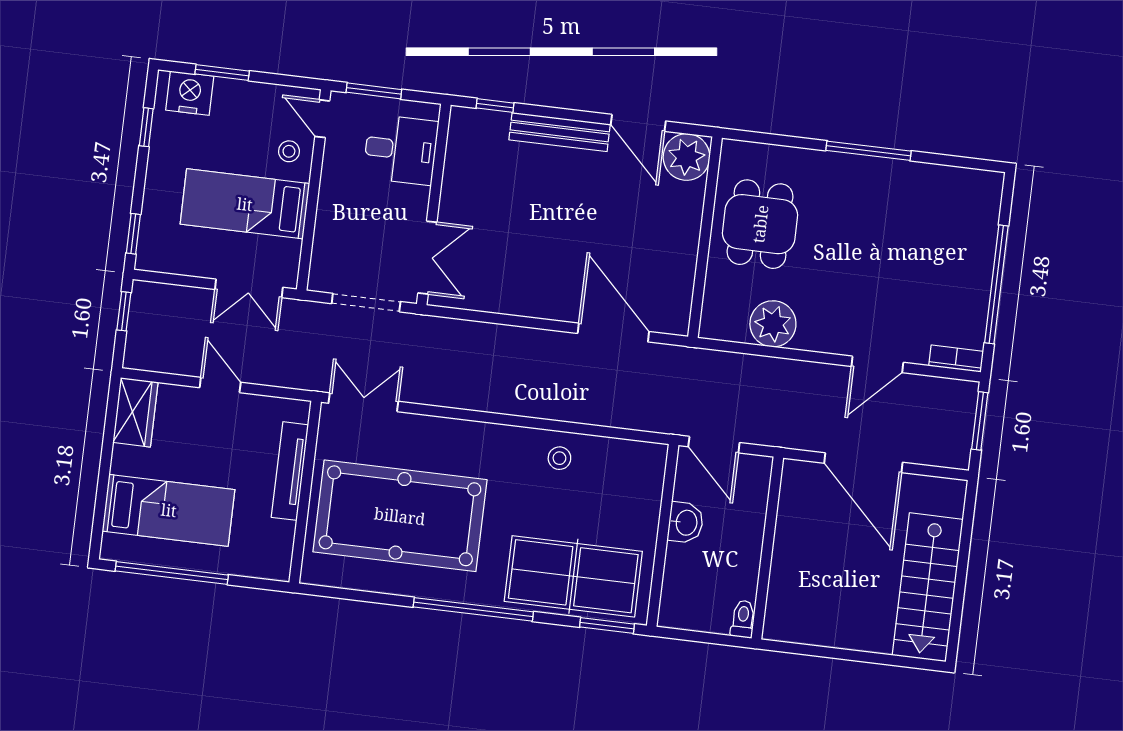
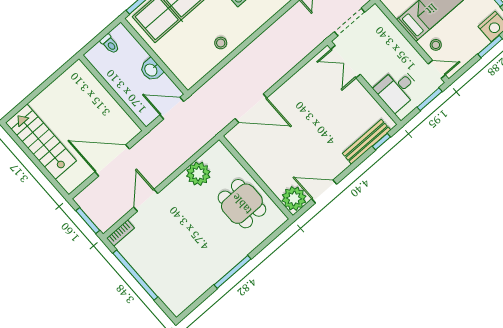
bench: (560, 132) -> (366, 142), moved
toilet: (743, 619) -> (110, 44), moved

